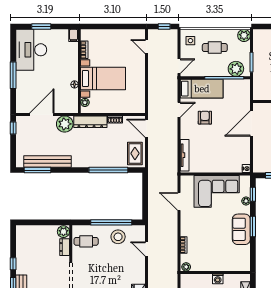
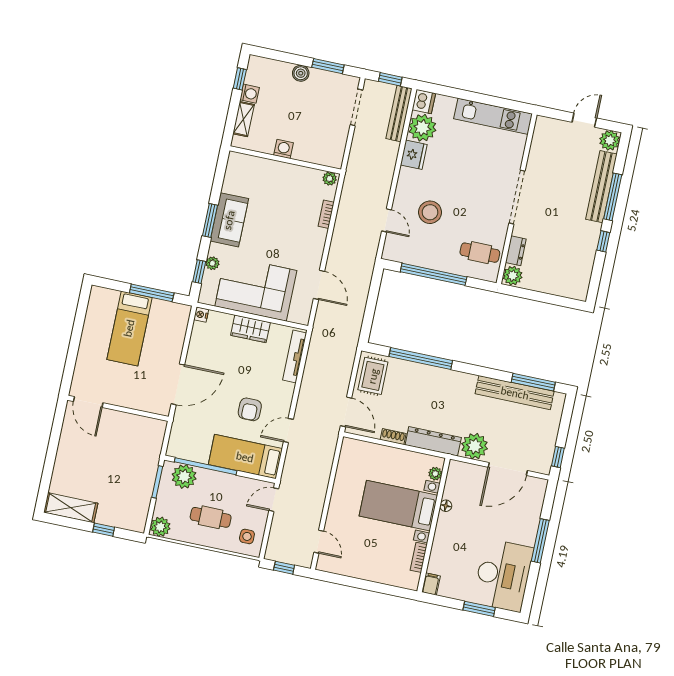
wardrobe: (215, 166) -> (250, 329), added
stool: (118, 237) -> (430, 212), moved

